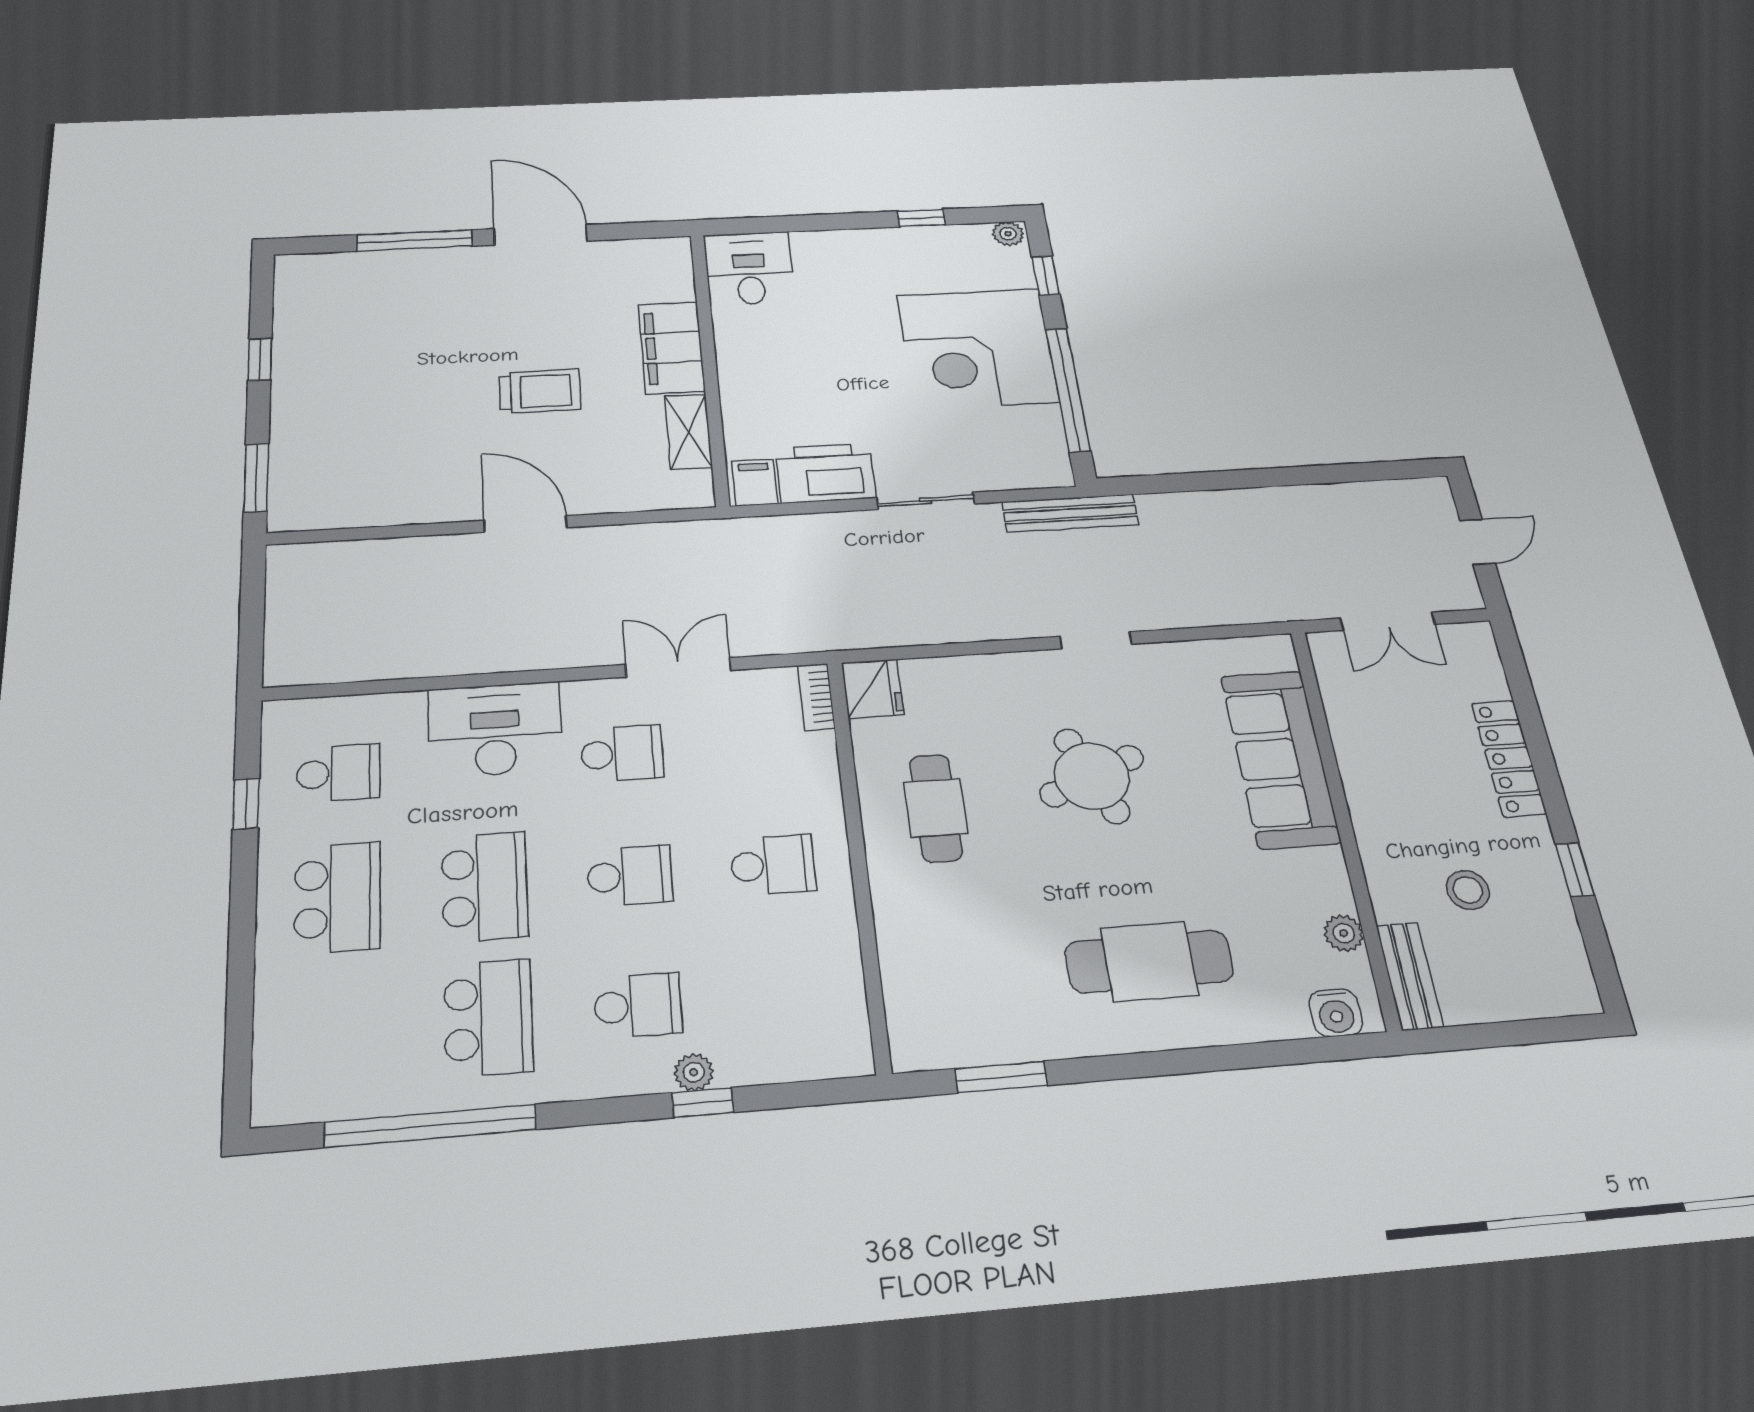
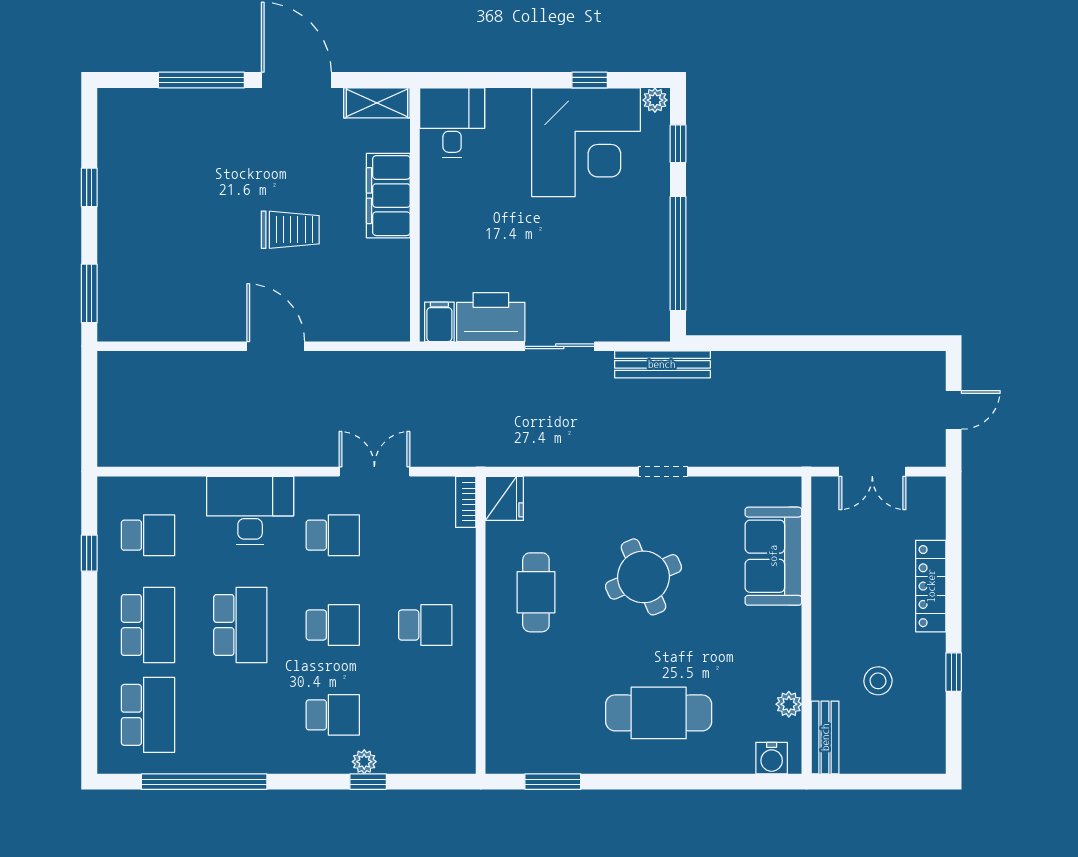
corner desk: (977, 348) -> (586, 142), moved, turned -90
shelving: (688, 432) -> (377, 103), moved, turned 90
sofa: (1280, 758) -> (773, 556), width x0.73
school desk: (488, 1018) -> (148, 715), moved

